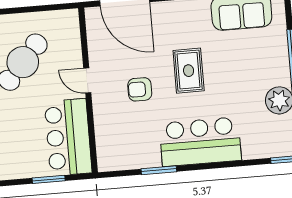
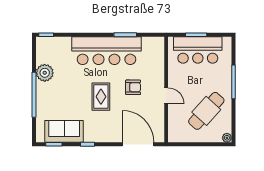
bar counter: (68, 137) -> (198, 50), moved, turned 90
bar counter: (200, 142) -> (106, 51), width x1.36

